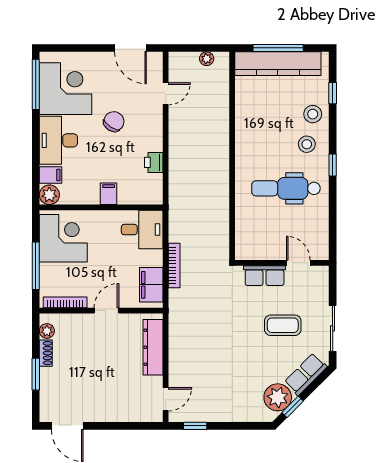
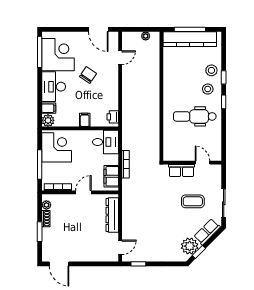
window: (333, 93) -> (224, 77), moved
printer: (154, 162) -> (113, 117), moved

